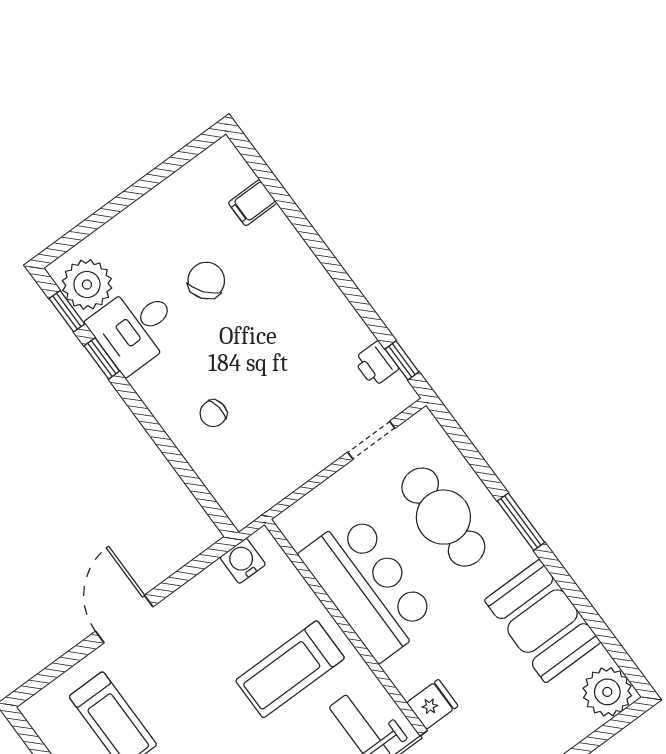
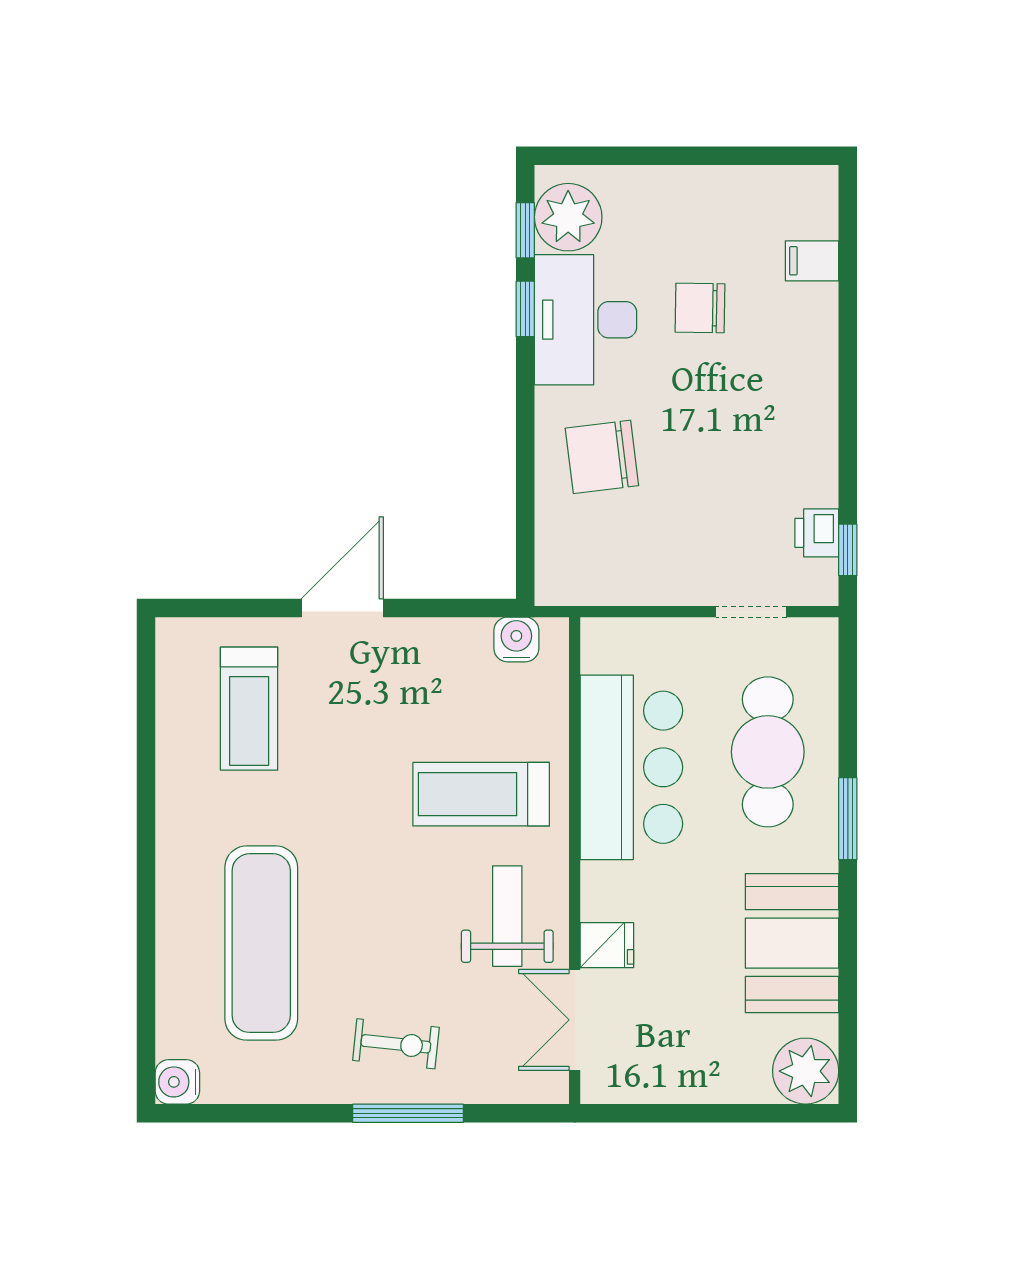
chair: (206, 281) -> (700, 308), turned -141
desk: (135, 328) -> (586, 320), width x1.37
chair: (213, 413) -> (602, 457), width x1.87, depth x1.87

